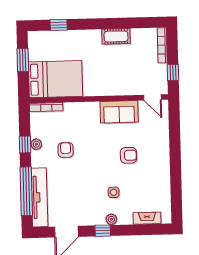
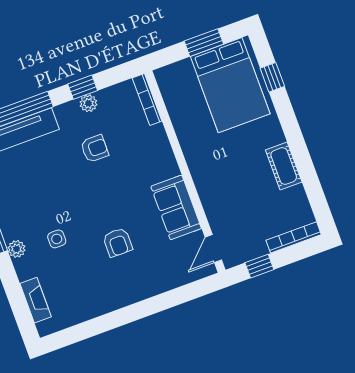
bed: (55, 79) -> (230, 85), moved

